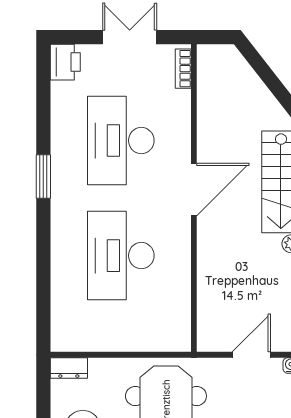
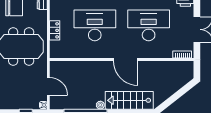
locker: (131, 341) -> (55, 30), added

